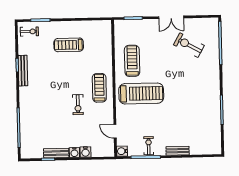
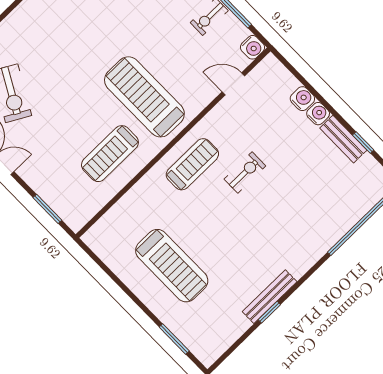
exercise bike: (29, 32) -> (205, 340), removed
treadmill: (69, 45) -> (172, 266), width x1.37, depth x1.38
treadmill: (99, 88) -> (192, 164), turned 180
door: (115, 131) -> (233, 84), swing flipped

